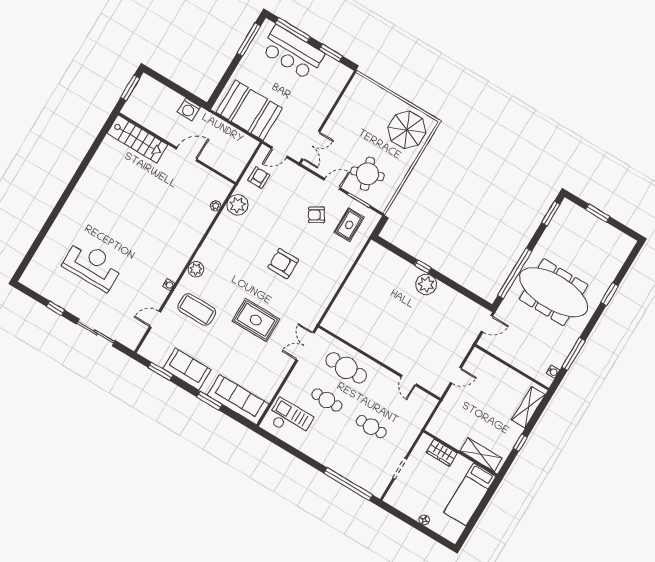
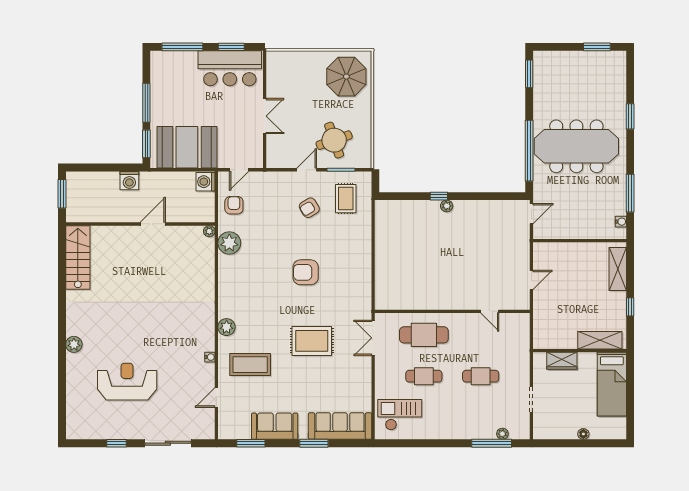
window: (249, 40) -> (146, 103), moved
bar counter: (293, 52) -> (230, 68), moved
window: (219, 89) -> (146, 144), added
stairs: (137, 139) -> (78, 257), moved, turned -90
double door: (311, 145) -> (265, 116), moved
washing machine: (248, 146) -> (206, 182), added
plant: (216, 206) -> (209, 231), moved
plant: (69, 211) -> (74, 344), added
window: (598, 213) -> (597, 47), moved
plant: (426, 284) -> (447, 206), width x0.53, depth x0.53
plant: (361, 482) -> (502, 434), added
window: (348, 484) -> (492, 443), width x0.68

